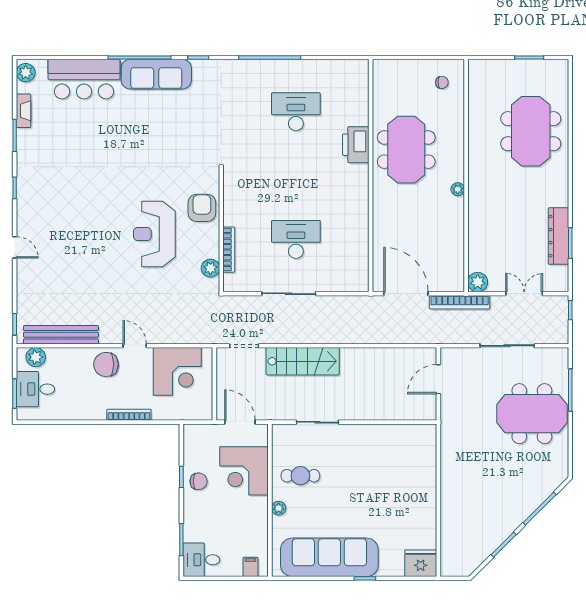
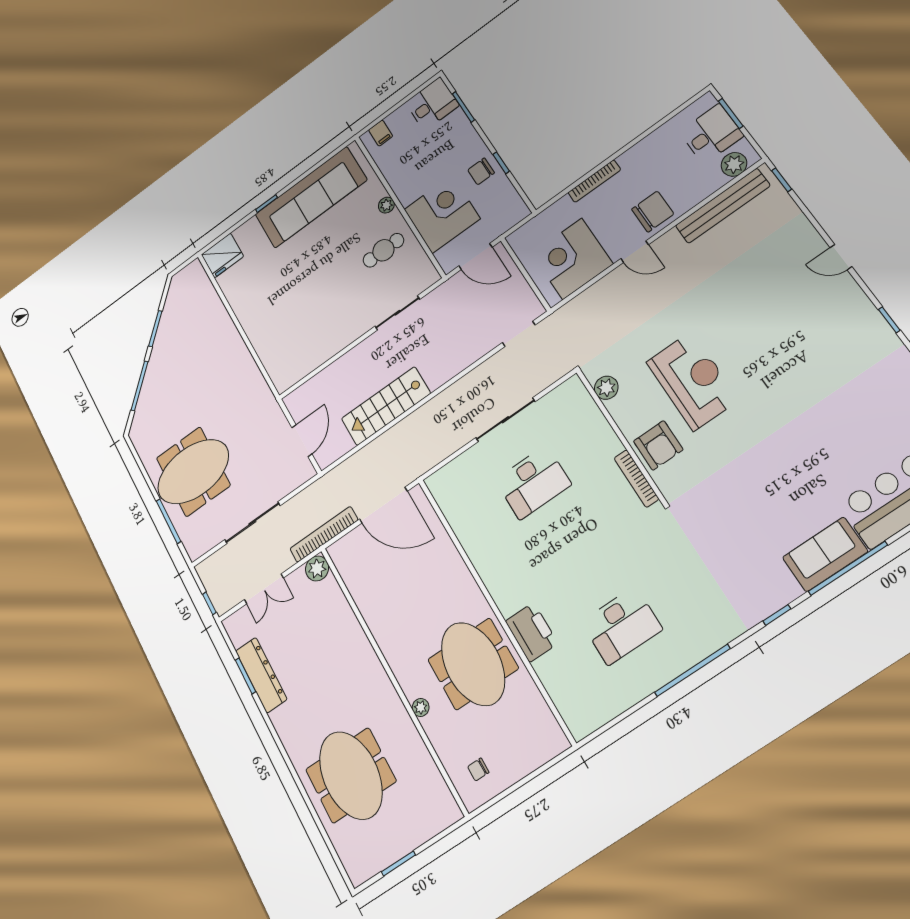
sofa: (156, 74) -> (825, 554), width x0.73
plant: (458, 189) -> (421, 707), moved
bookcase: (229, 250) -> (636, 478), moved
stairs: (303, 361) -> (386, 406), moved

